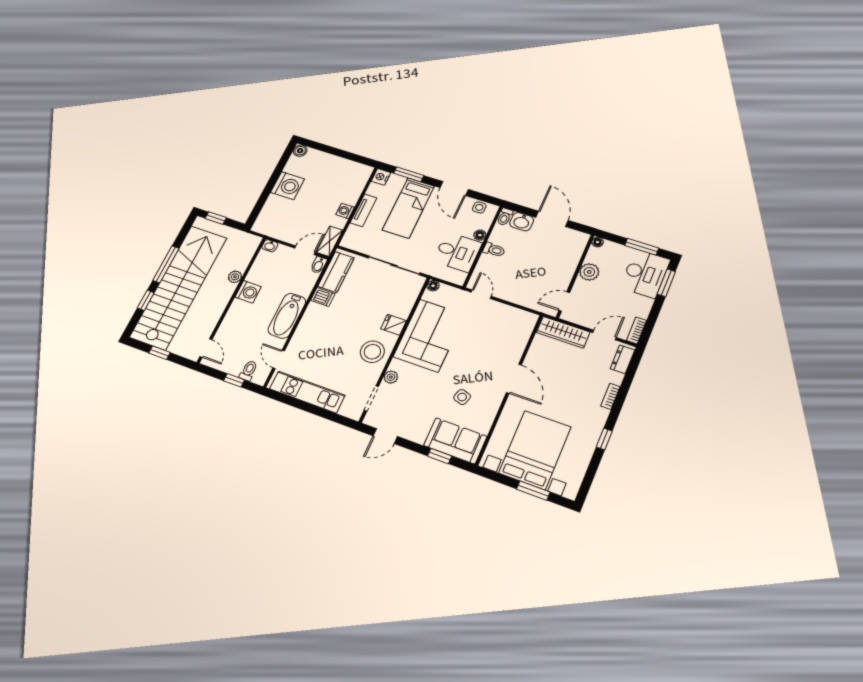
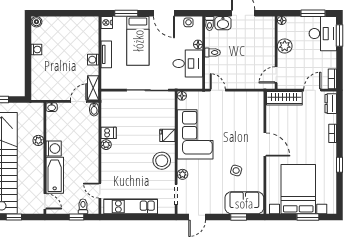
washing machine: (288, 186) -> (36, 49), width x0.53, depth x0.53
kitchen counter: (336, 272) -> (109, 110), removed
plant: (313, 309) -> (106, 145), added
bathtub: (287, 316) -> (55, 175), moved, turned 180

